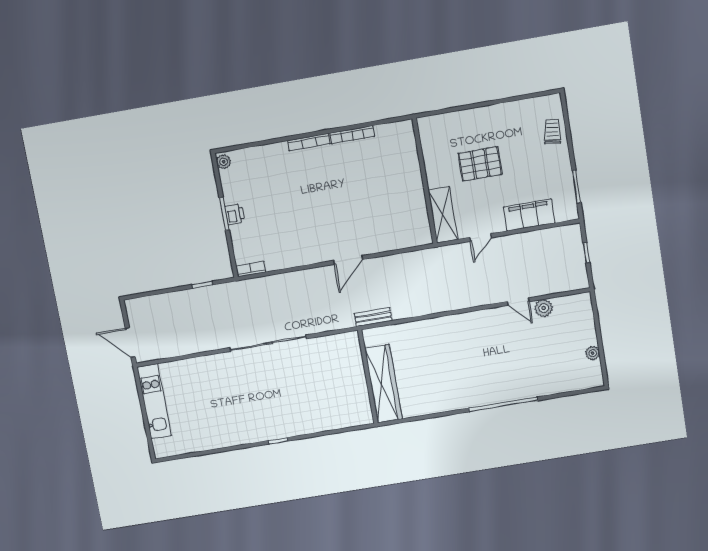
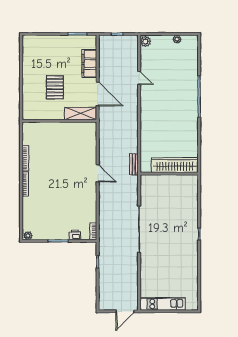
trolley: (552, 131) -> (43, 43), removed
printer: (235, 214) -> (75, 235), moved
door: (481, 238) -> (98, 94), width x1.87
door: (518, 302) -> (139, 78), hinge flipped
plant: (544, 308) -> (145, 41), moved

